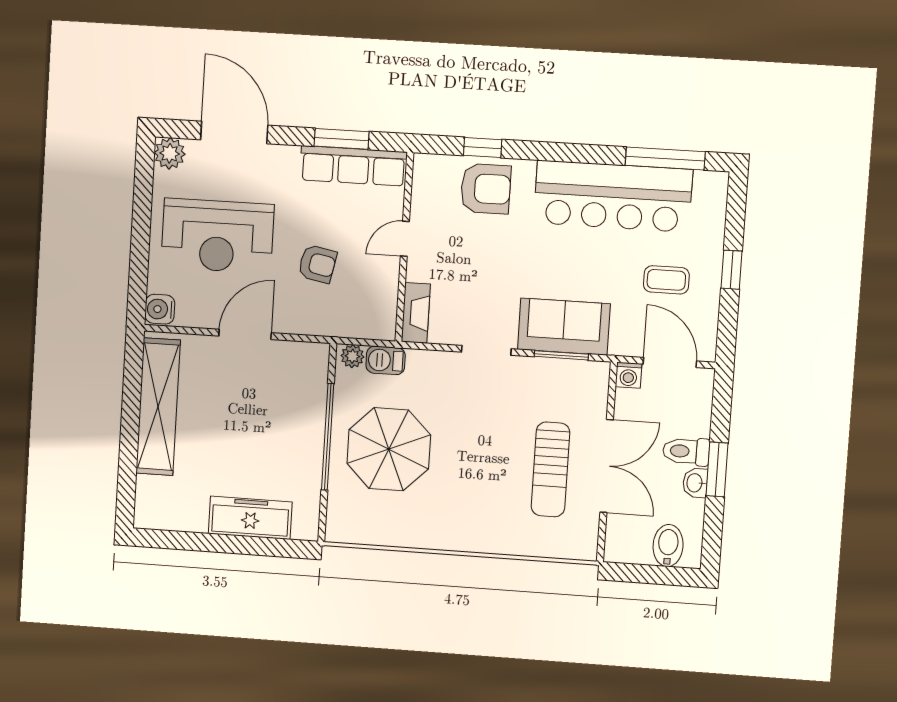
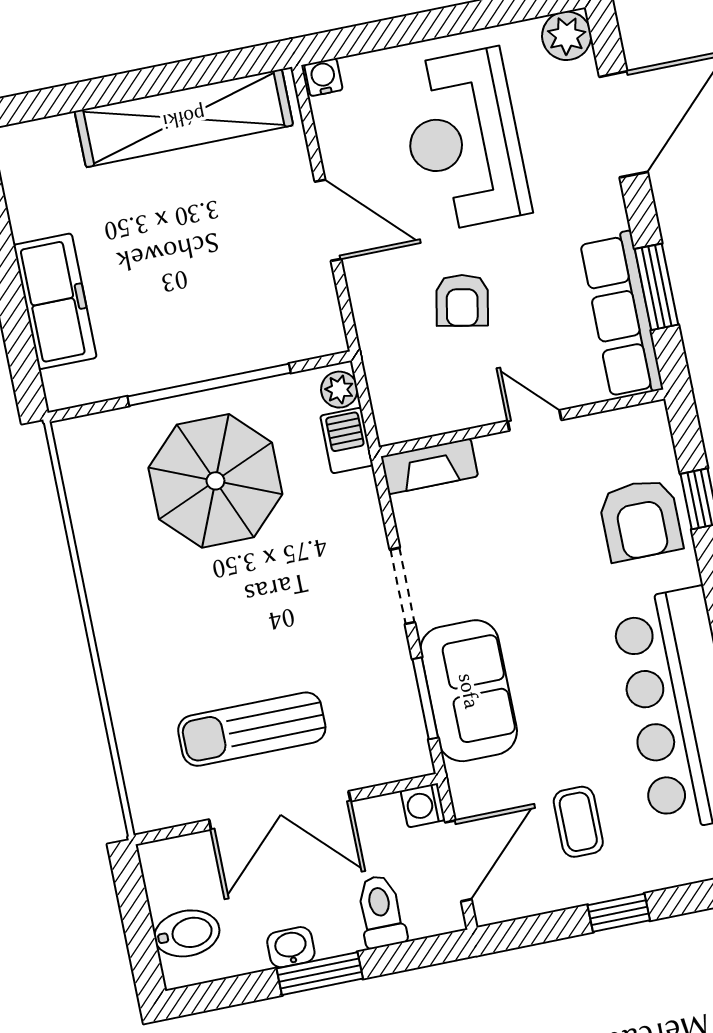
water cooler: (160, 309) -> (323, 77), width x0.72, depth x0.72
toilet: (686, 451) -> (381, 911), moved

